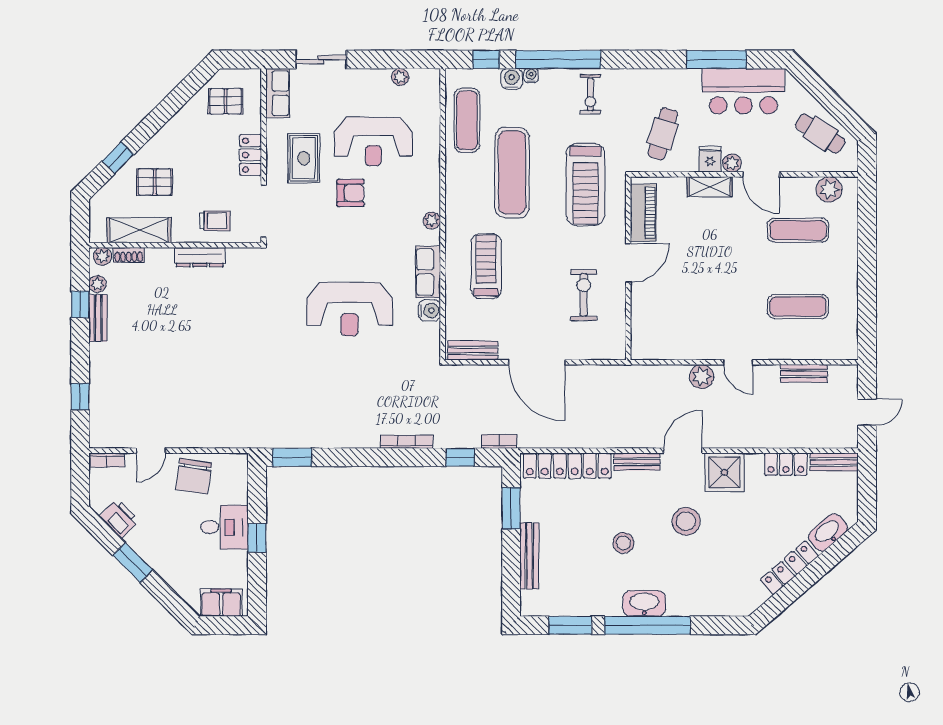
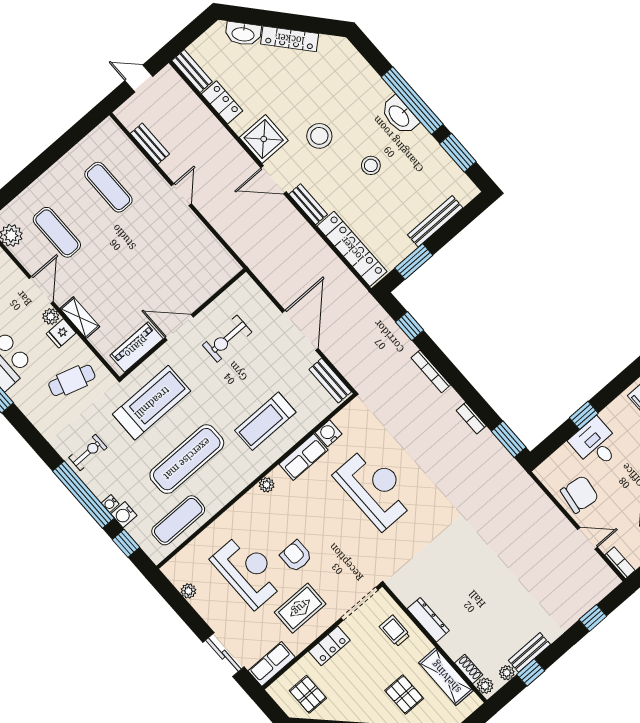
plant: (702, 377) -> (213, 211), removed
bookcase: (499, 441) -> (471, 418), moved

